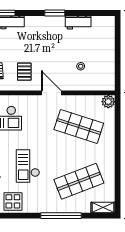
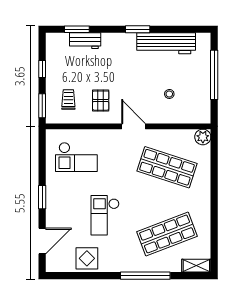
workbench: (78, 22) -> (166, 43), width x1.88, depth x1.32
window: (118, 51) -> (214, 75), added

